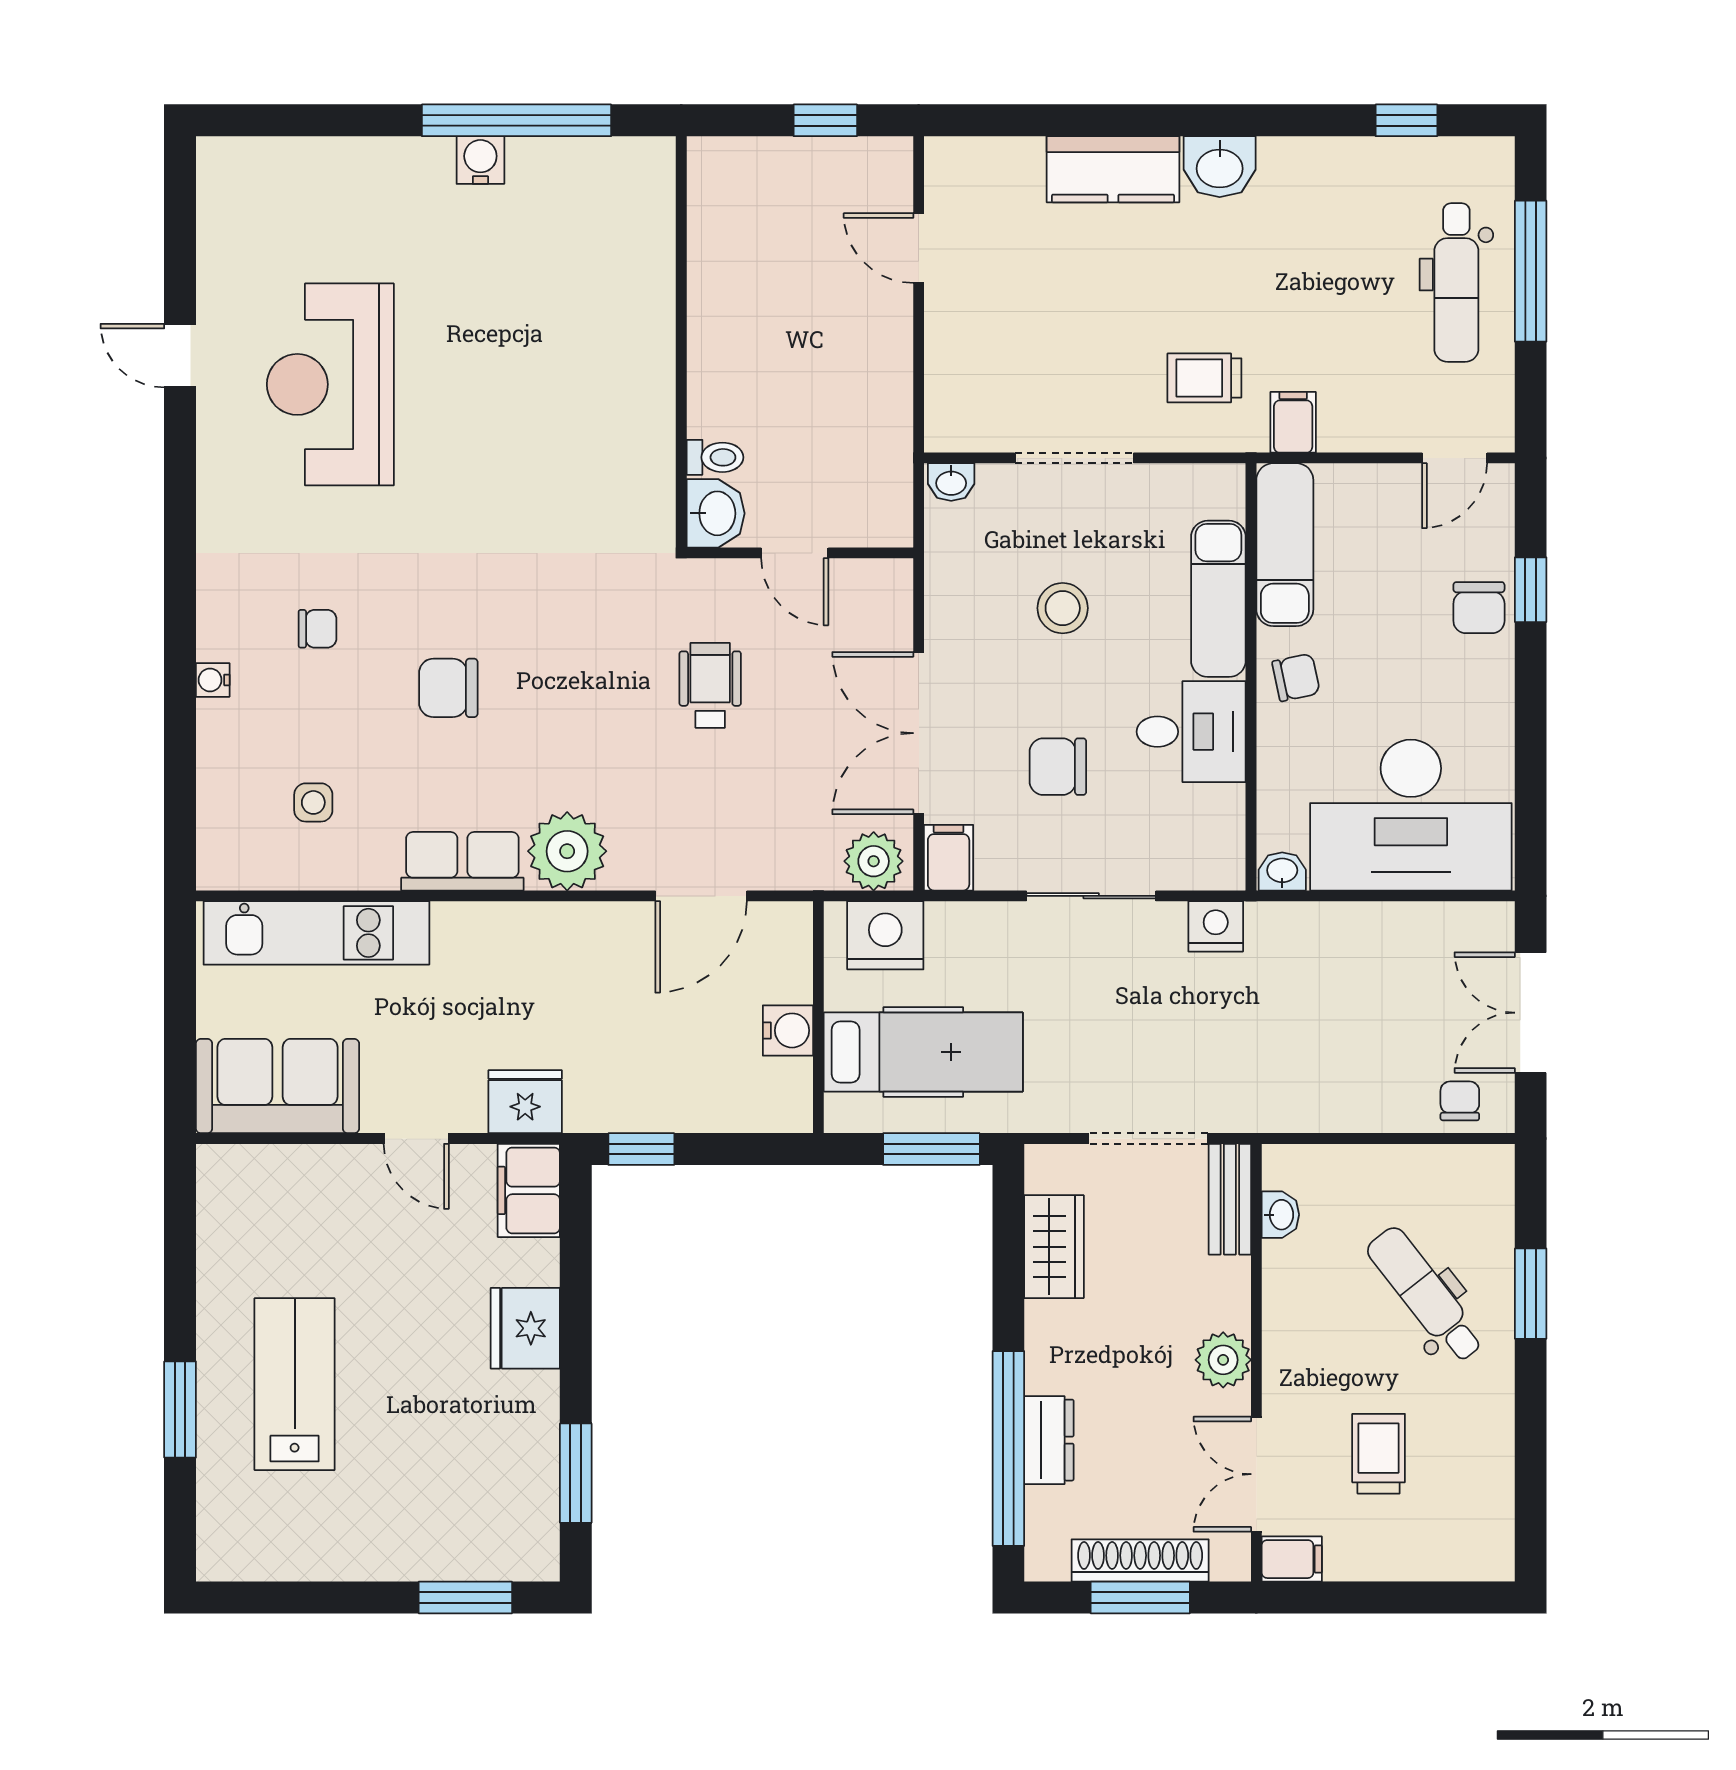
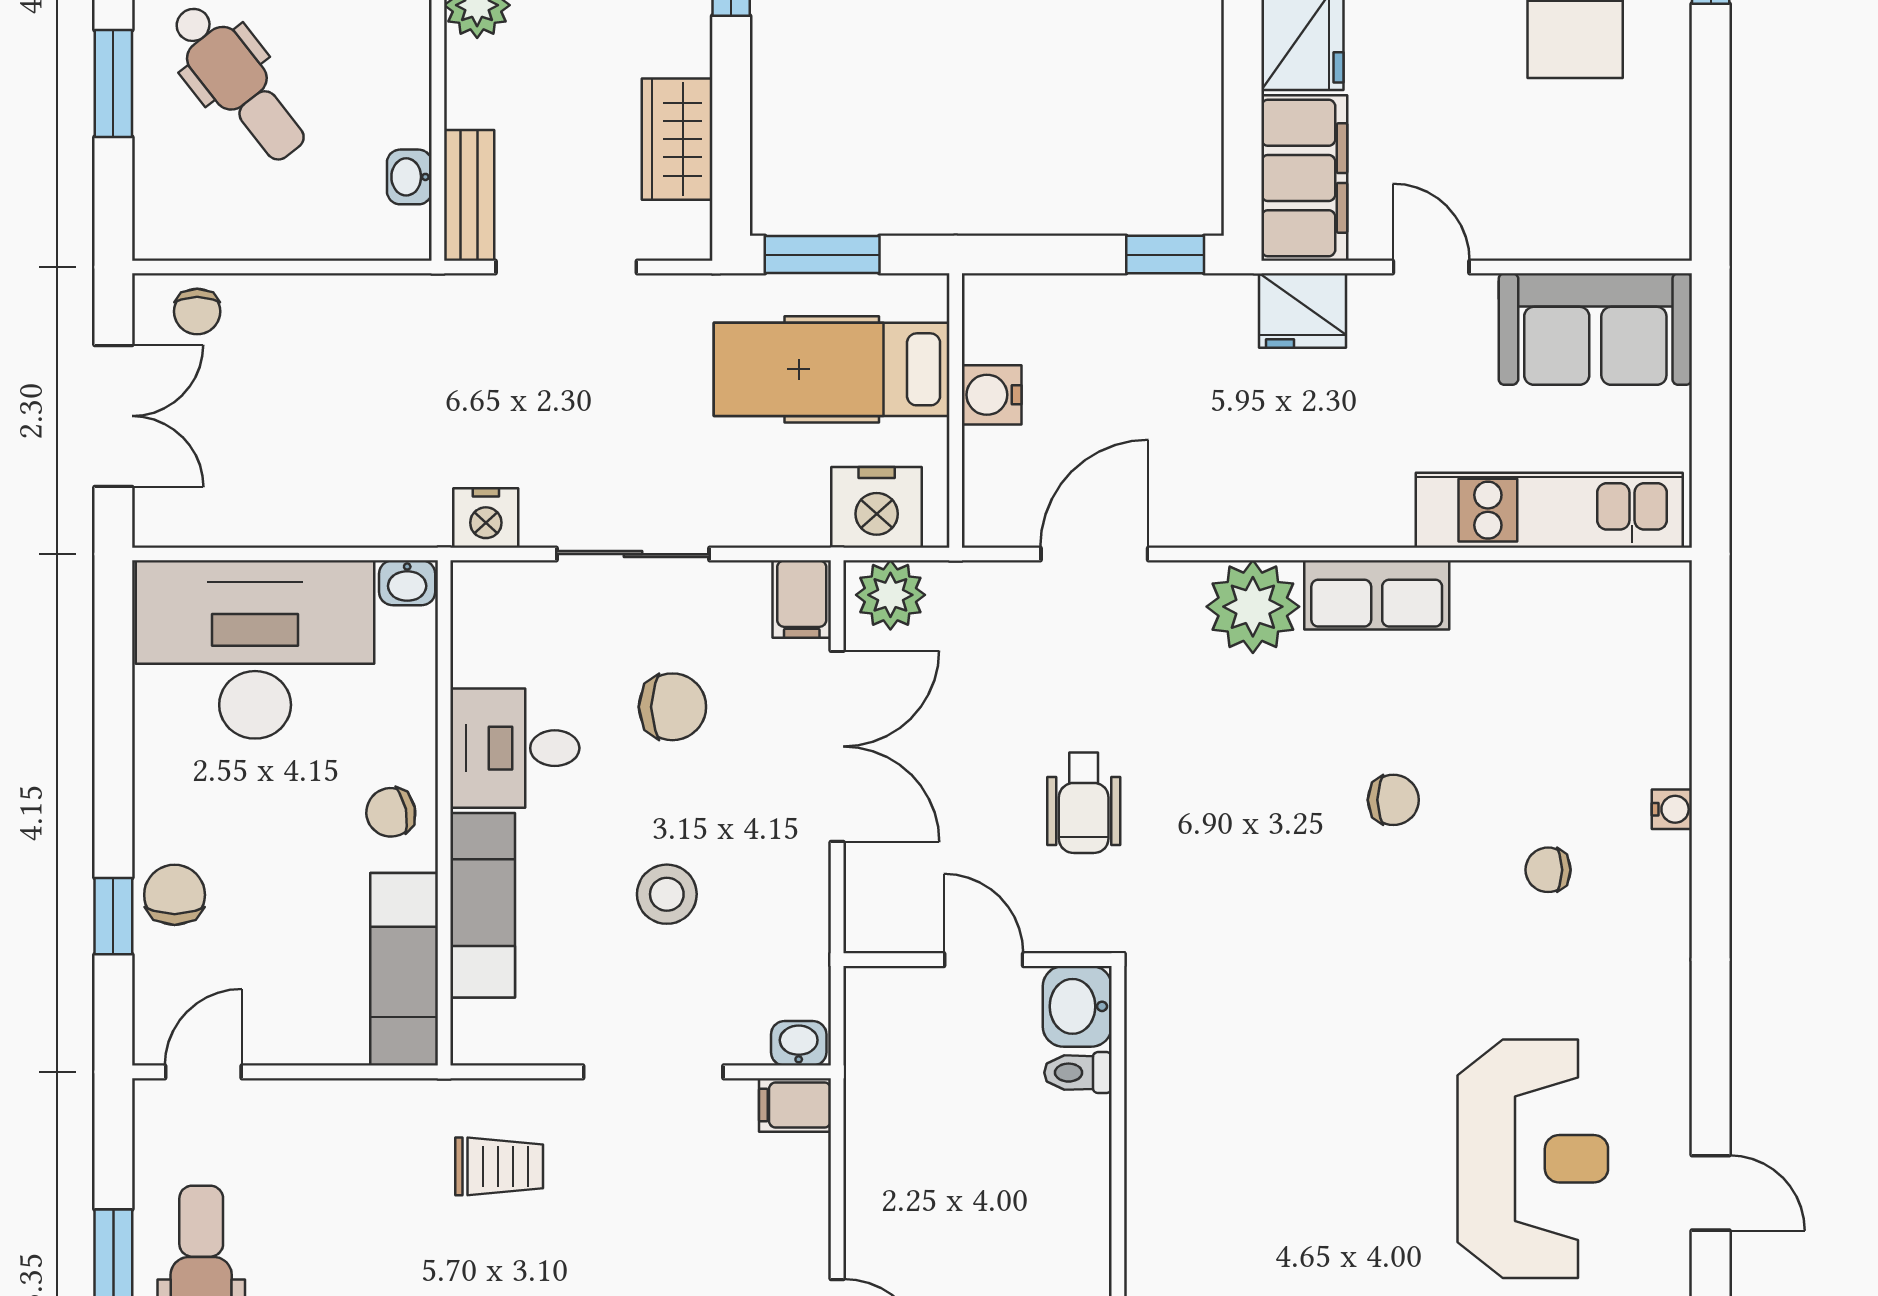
filing cabinet: (1293, 422) -> (795, 1105), moved, turned 90
chair: (448, 688) -> (1393, 800), width x0.73, depth x0.73
side table: (313, 802) -> (1553, 664), removed
filing cabinet: (529, 1190) -> (1304, 178), width x1.50, depth x1.17

